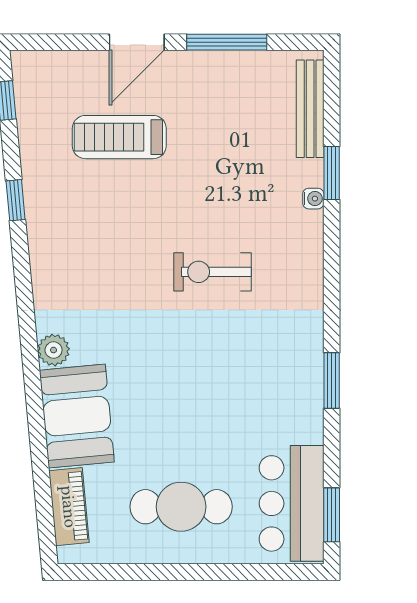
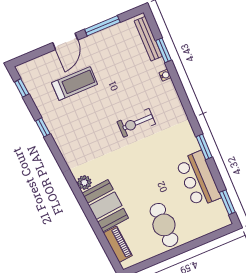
treadmill: (119, 137) -> (75, 83), turned 180
window: (332, 173) -> (163, 50), moved
bar counter: (292, 503) -> (198, 179), moved
cafe table: (181, 507) -> (164, 225), turned 90

